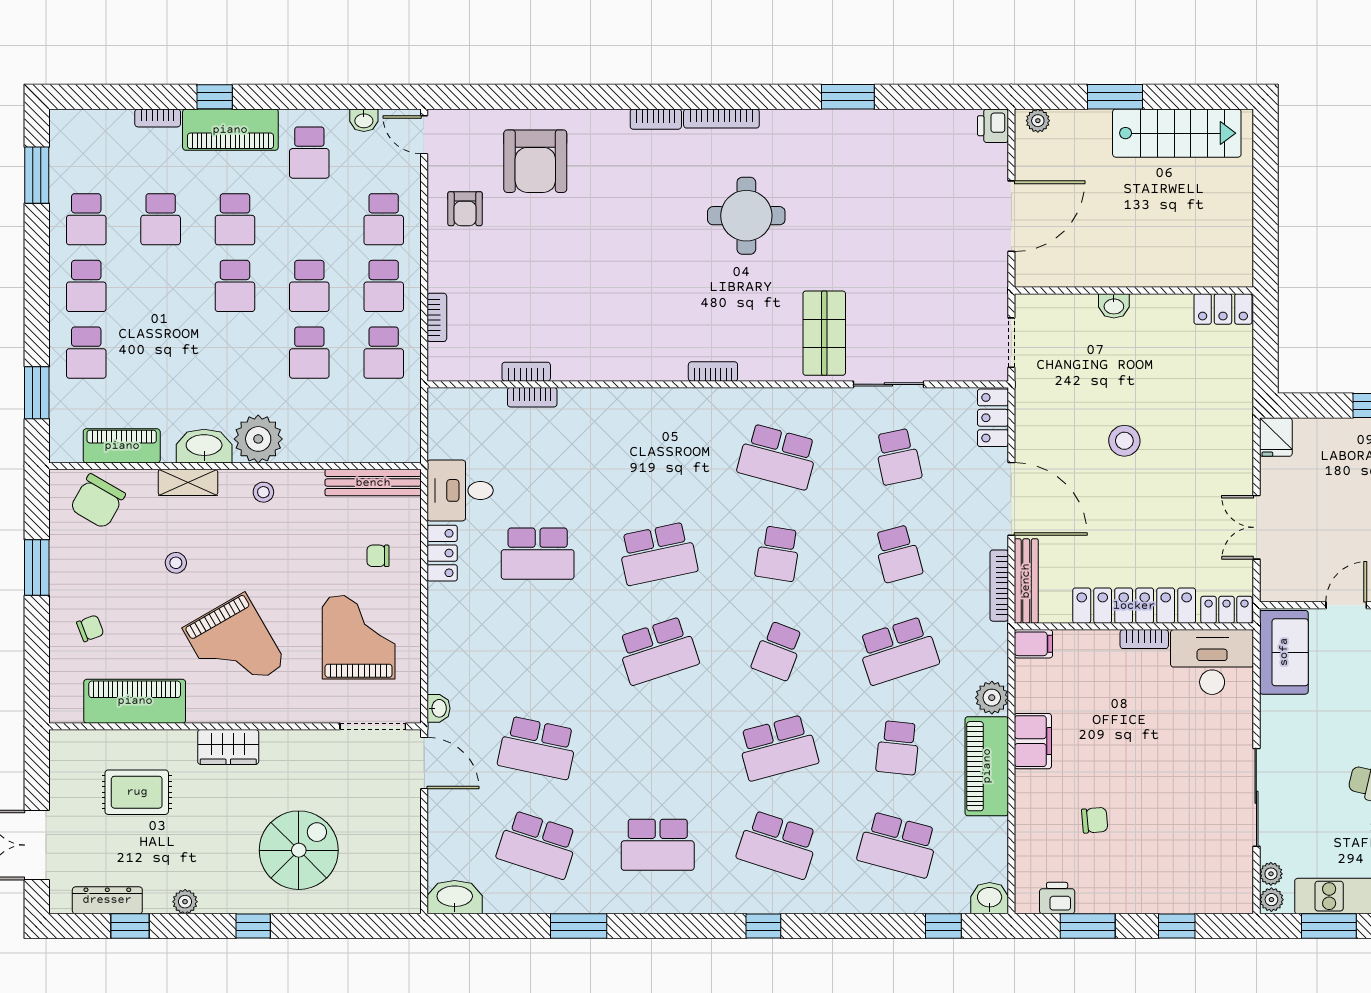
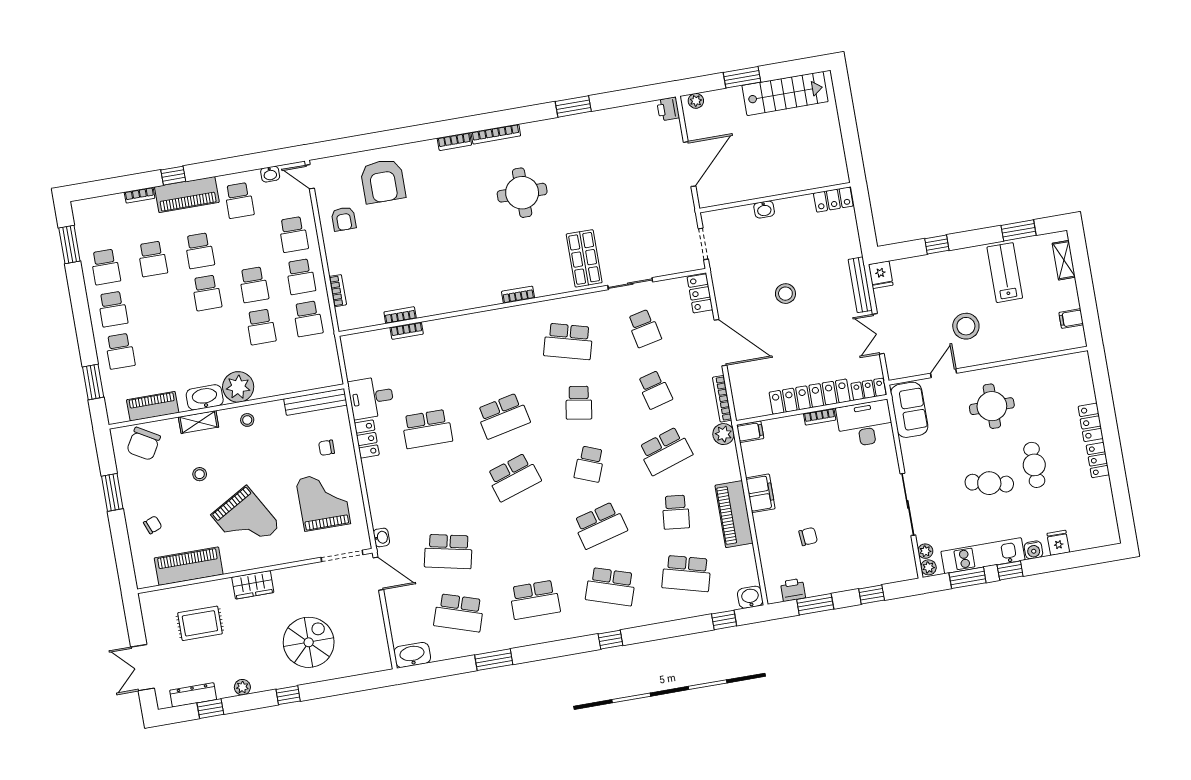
bench: (1026, 581) -> (860, 285), moved
plant: (992, 698) -> (723, 434), moved

